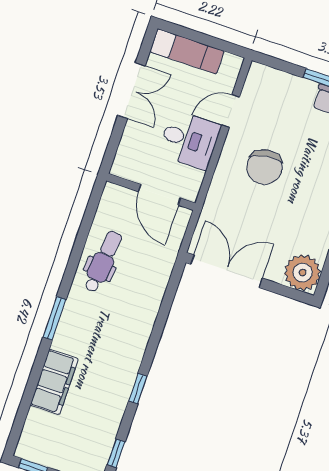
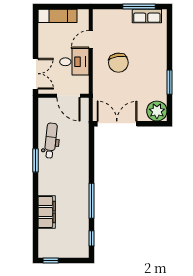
double door: (132, 91) -> (35, 74), moved
window: (54, 318) -> (35, 160), moved
window: (138, 389) -> (91, 201), width x2.17

